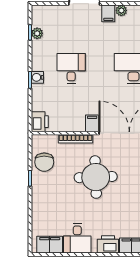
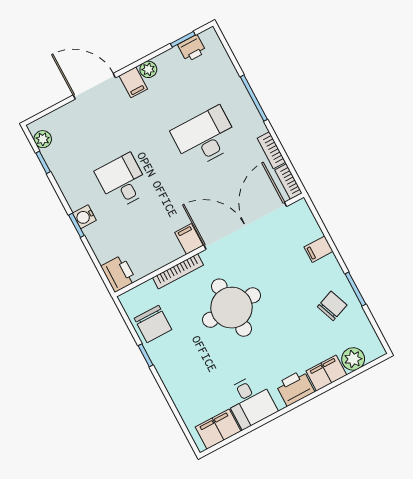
plant: (37, 33) -> (43, 139), moved

